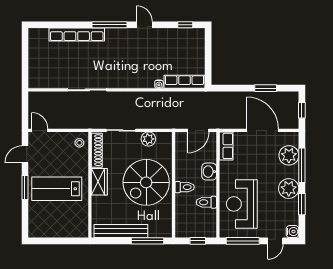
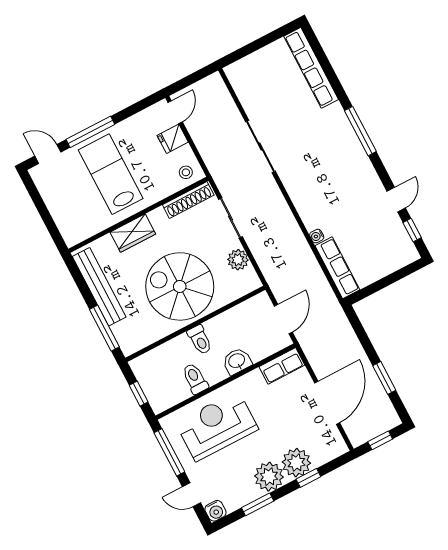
door: (144, 25) -> (396, 200), moved
row of seats: (77, 35) -> (311, 68), moved
door: (198, 130) -> (283, 319), swing flipped
fridge: (55, 140) -> (173, 139), added
door: (25, 154) -> (48, 154), moved
plant: (289, 155) -> (296, 463), moved
window: (302, 165) -> (308, 478), width x0.46
wardrobe: (99, 182) -> (133, 233), moved
window: (25, 188) -> (90, 132), width x1.44

